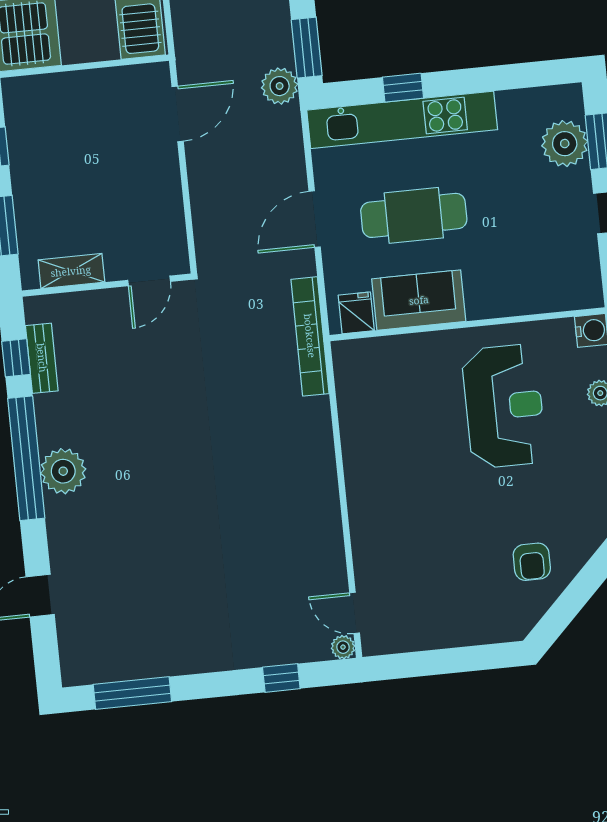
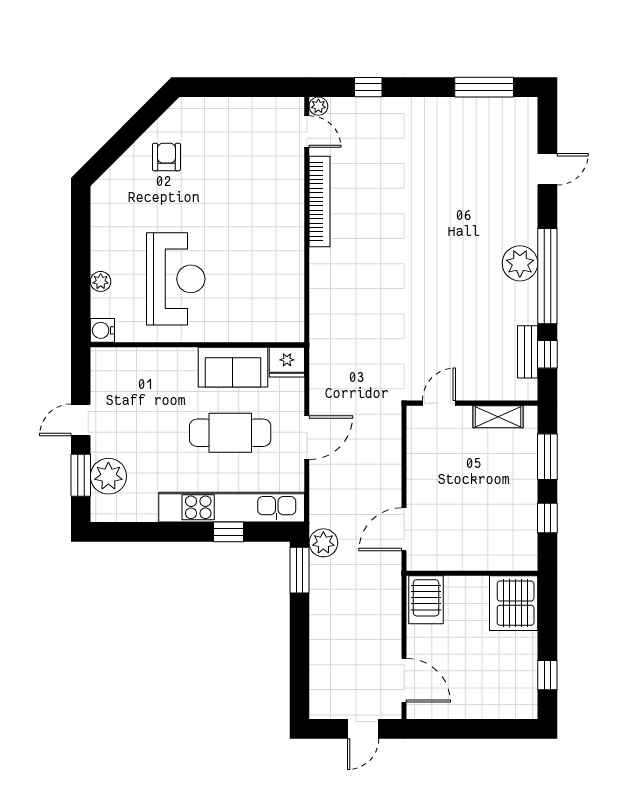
fridge: (356, 313) -> (287, 362), width x1.38
bookcase: (310, 336) -> (320, 201), moved
reception desk: (504, 406) -> (176, 279), turned 180

